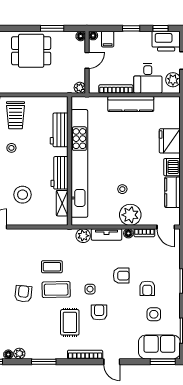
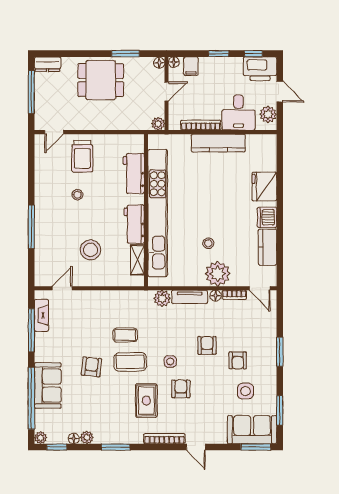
armchair: (121, 276) -> (207, 345), turned -90

